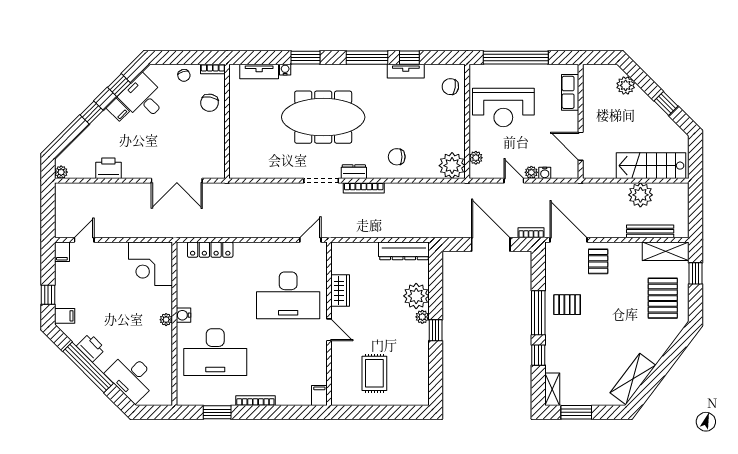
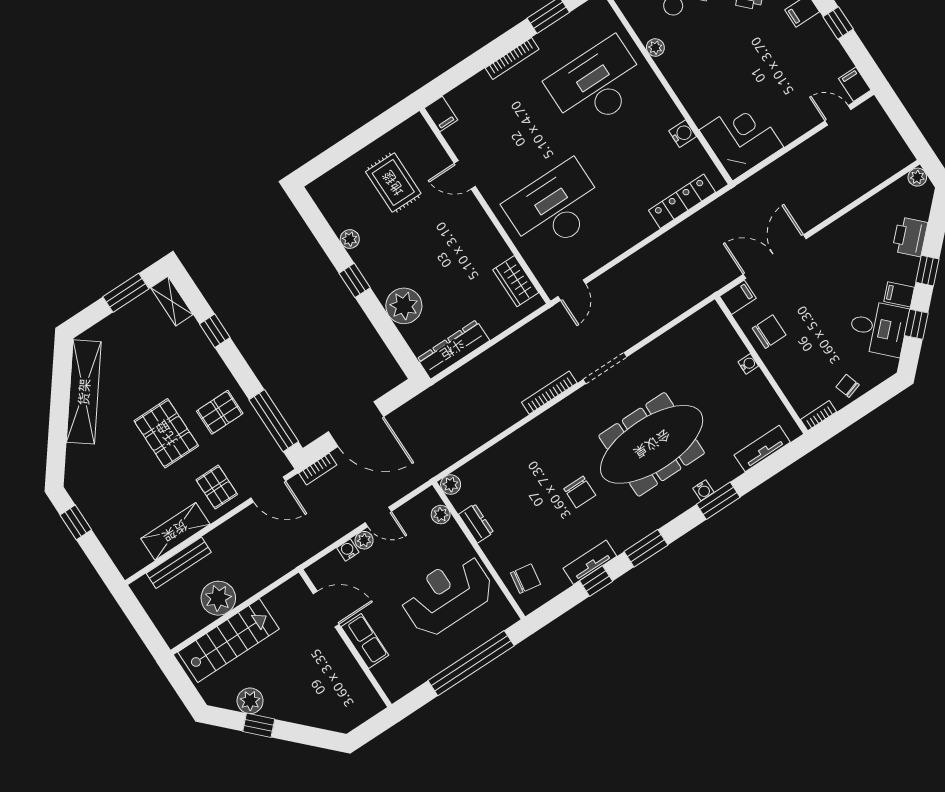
window: (367, 58) -> (646, 548), width x0.69
water cooler: (285, 70) -> (703, 490), moved
plant: (626, 85) -> (250, 701), moved
row of seats: (570, 92) -> (365, 641), moved
chair: (209, 103) -> (769, 332), moved, turned 80
water cooler: (234, 127) -> (748, 364), added
chair: (397, 157) -> (580, 492), moved, turned 90
plant: (452, 166) -> (451, 485), width x0.53, depth x0.53
printer: (108, 168) -> (910, 237), moved, turned 135
filing cabinet: (215, 171) -> (738, 297), added
dresser: (354, 172) -> (476, 523), moved, turned -90
door: (84, 240) -> (838, 115), swing flipped
door: (568, 240) -> (268, 489), width x0.73
shelving: (666, 251) -> (175, 531), moved
window: (696, 273) -> (76, 522), moved
wardrobe: (340, 291) -> (516, 281), moved
pallet: (663, 298) -> (166, 433), moved
window: (538, 313) -> (274, 421), moved
water cooler: (184, 315) -> (683, 134), moved
plant: (422, 317) -> (350, 239), moved
plant: (166, 320) -> (655, 48), moved
door: (329, 330) -> (465, 175), moved
shelving: (633, 379) -> (84, 392), width x1.47

